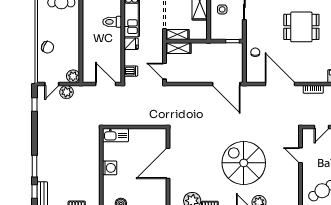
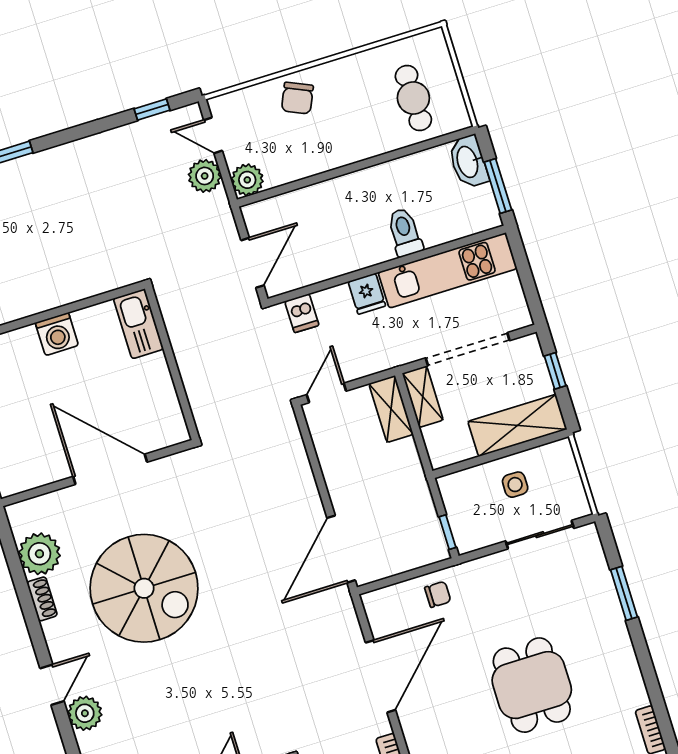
spiral stairs: (244, 163) -> (144, 588), moved, turned 90

